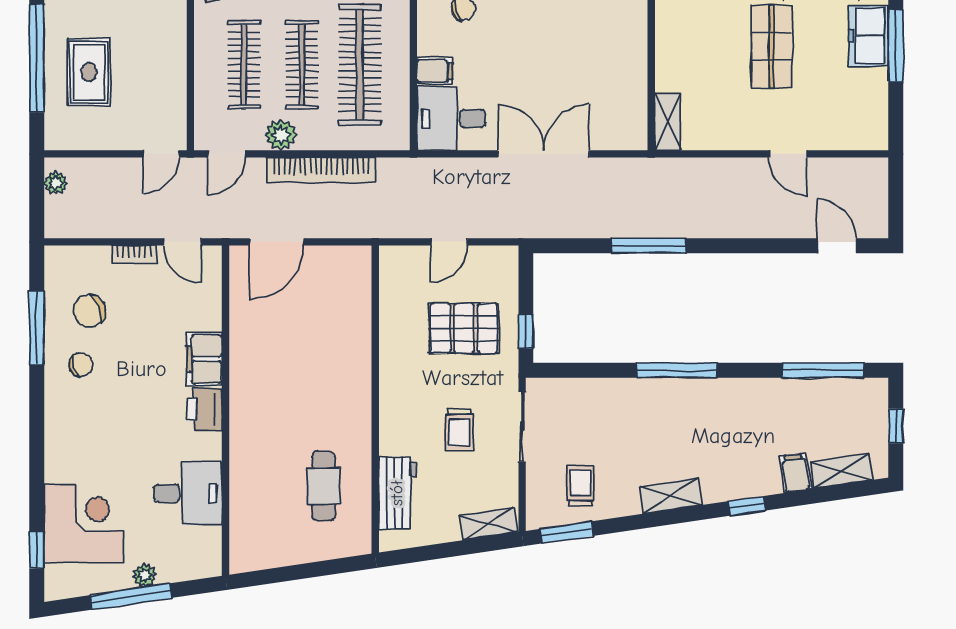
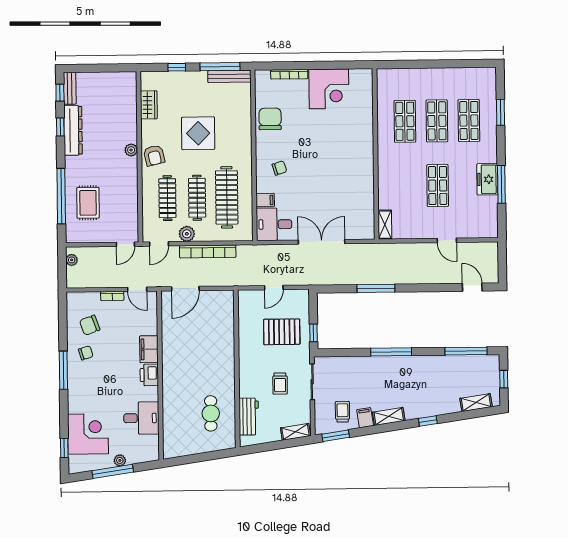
window: (37, 328) -> (63, 370), moved
filing cabinet: (795, 473) -> (365, 418), moved

